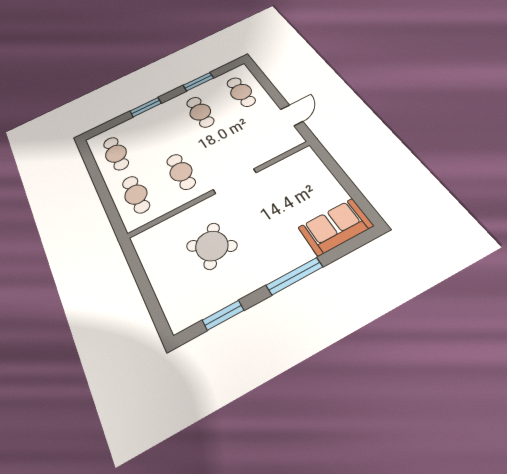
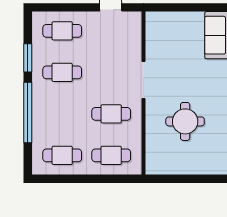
window: (146, 107) -> (28, 112), width x2.11
round table: (212, 246) -> (185, 121), turned -31

